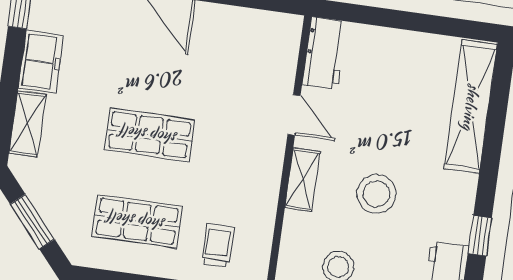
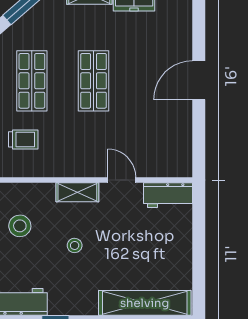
door: (294, 115) -> (122, 180), swing flipped
stool: (376, 194) -> (75, 245), width x0.53, depth x0.53

